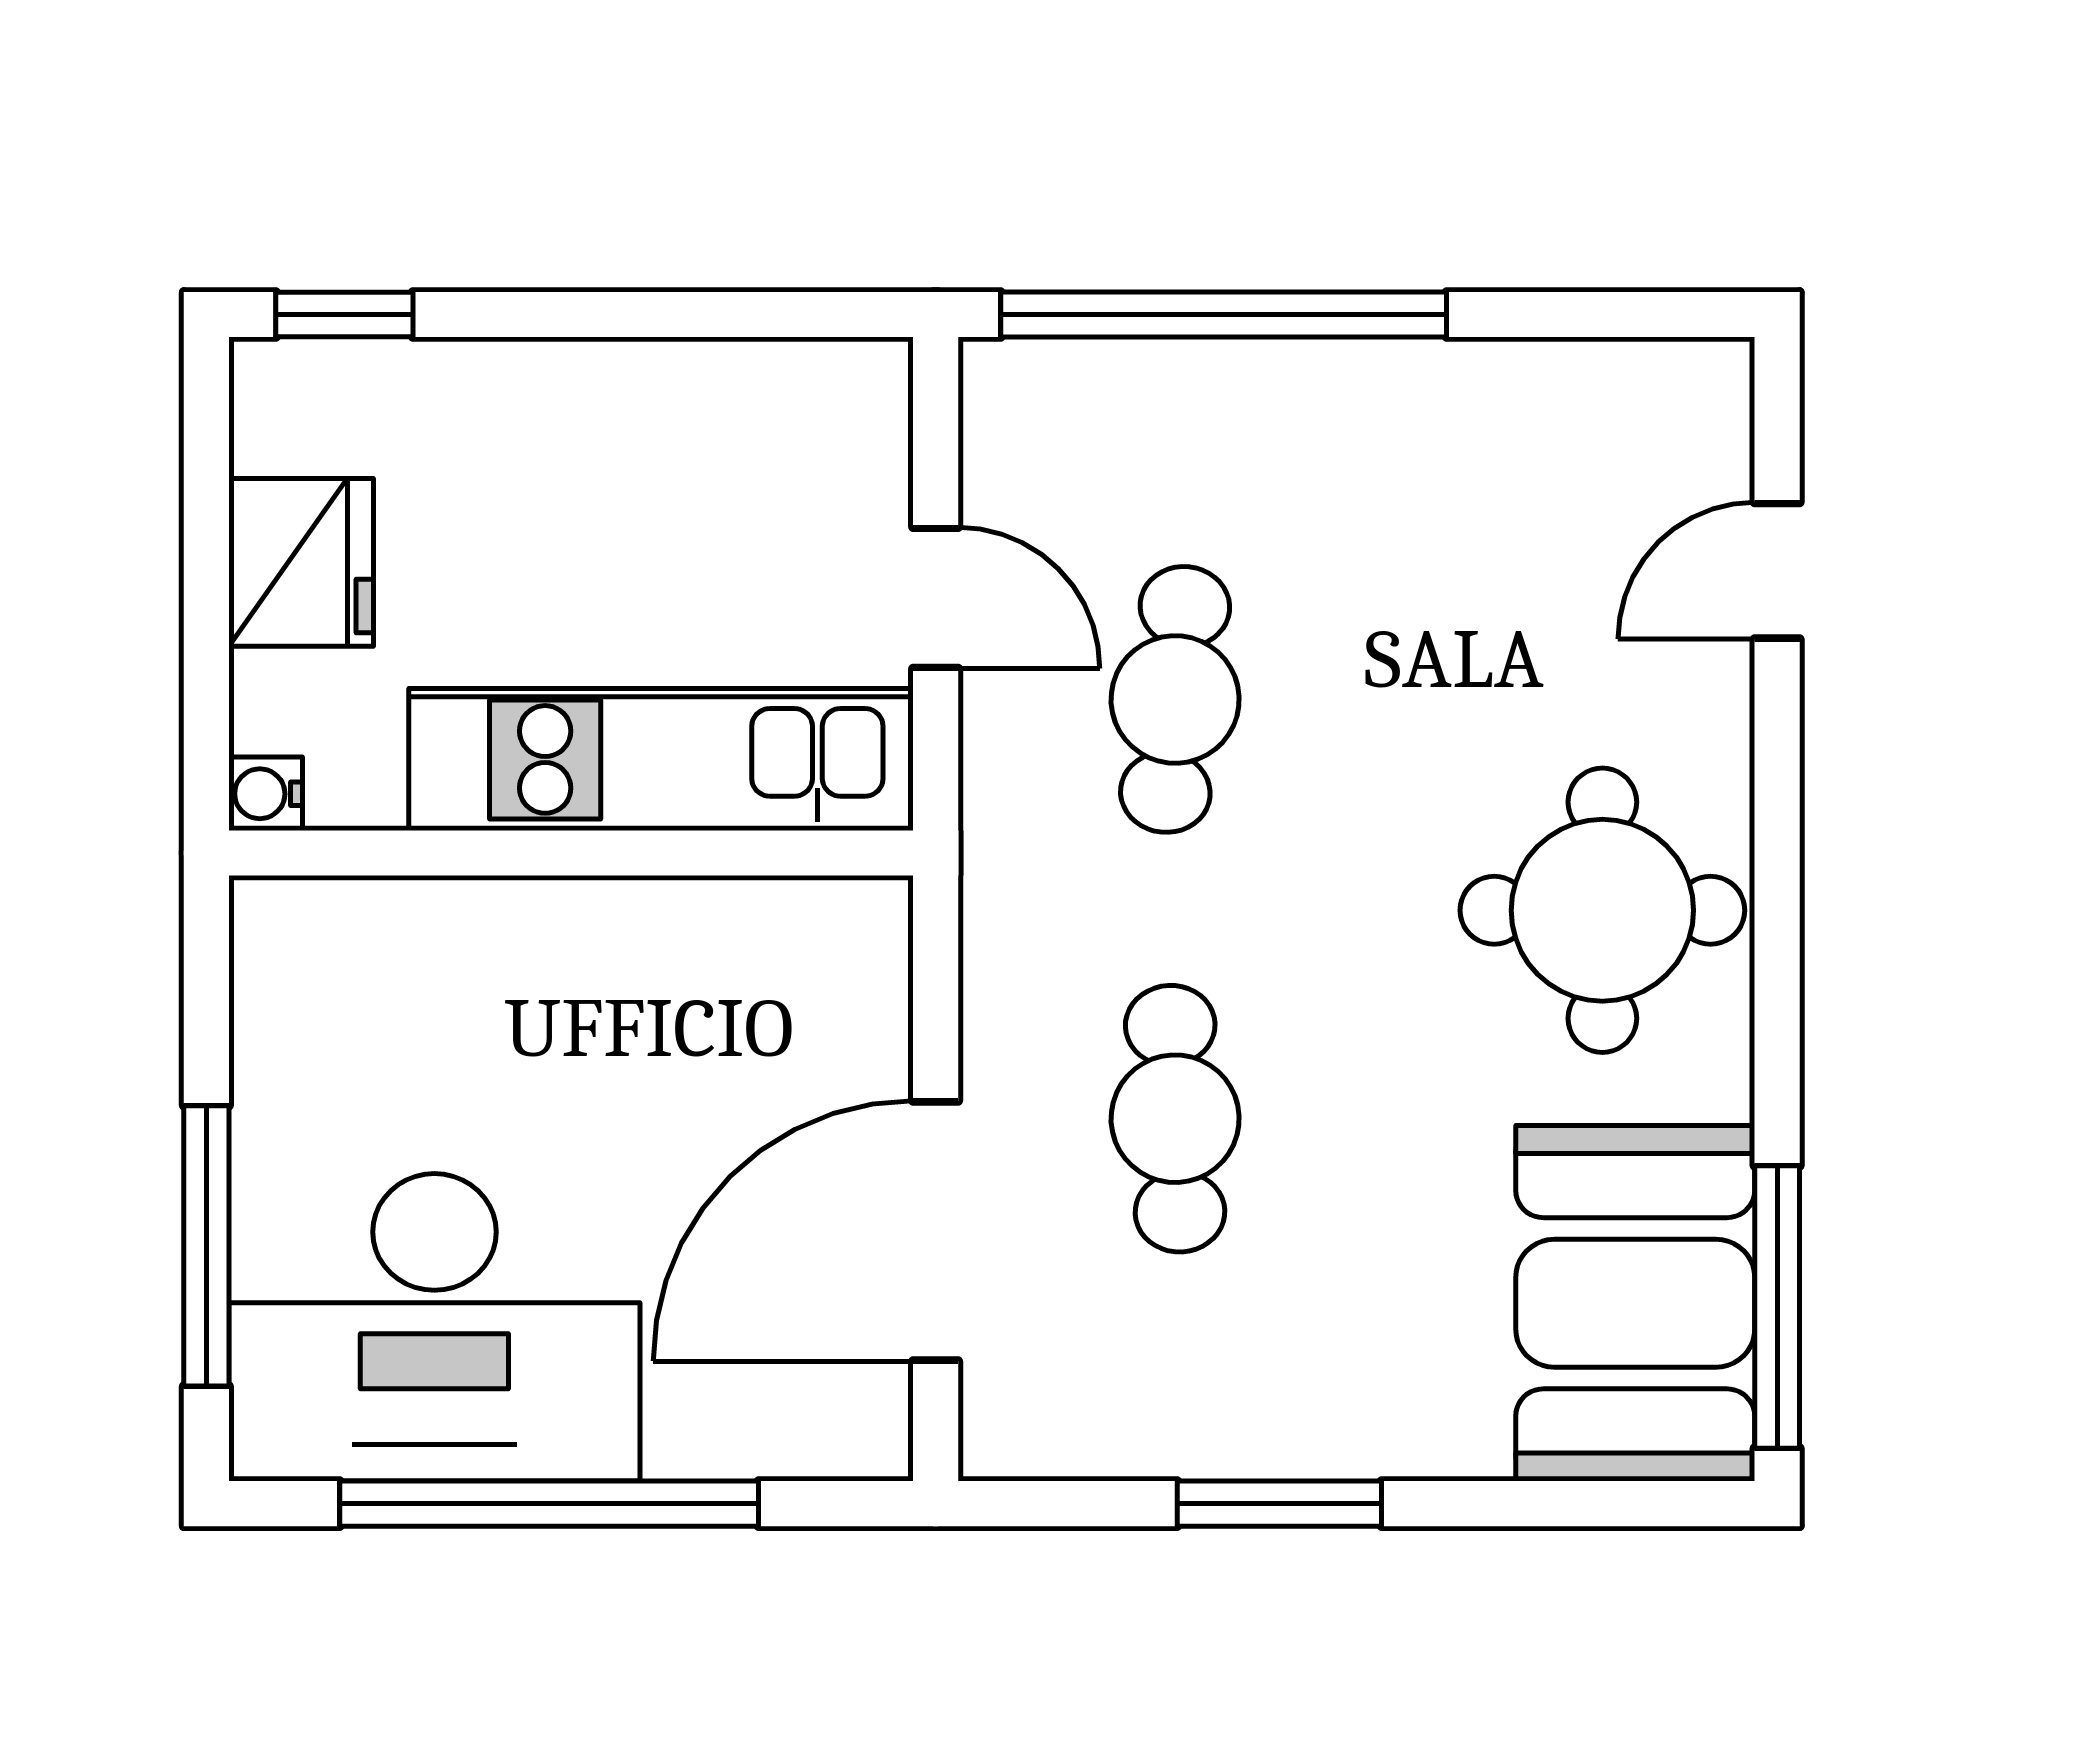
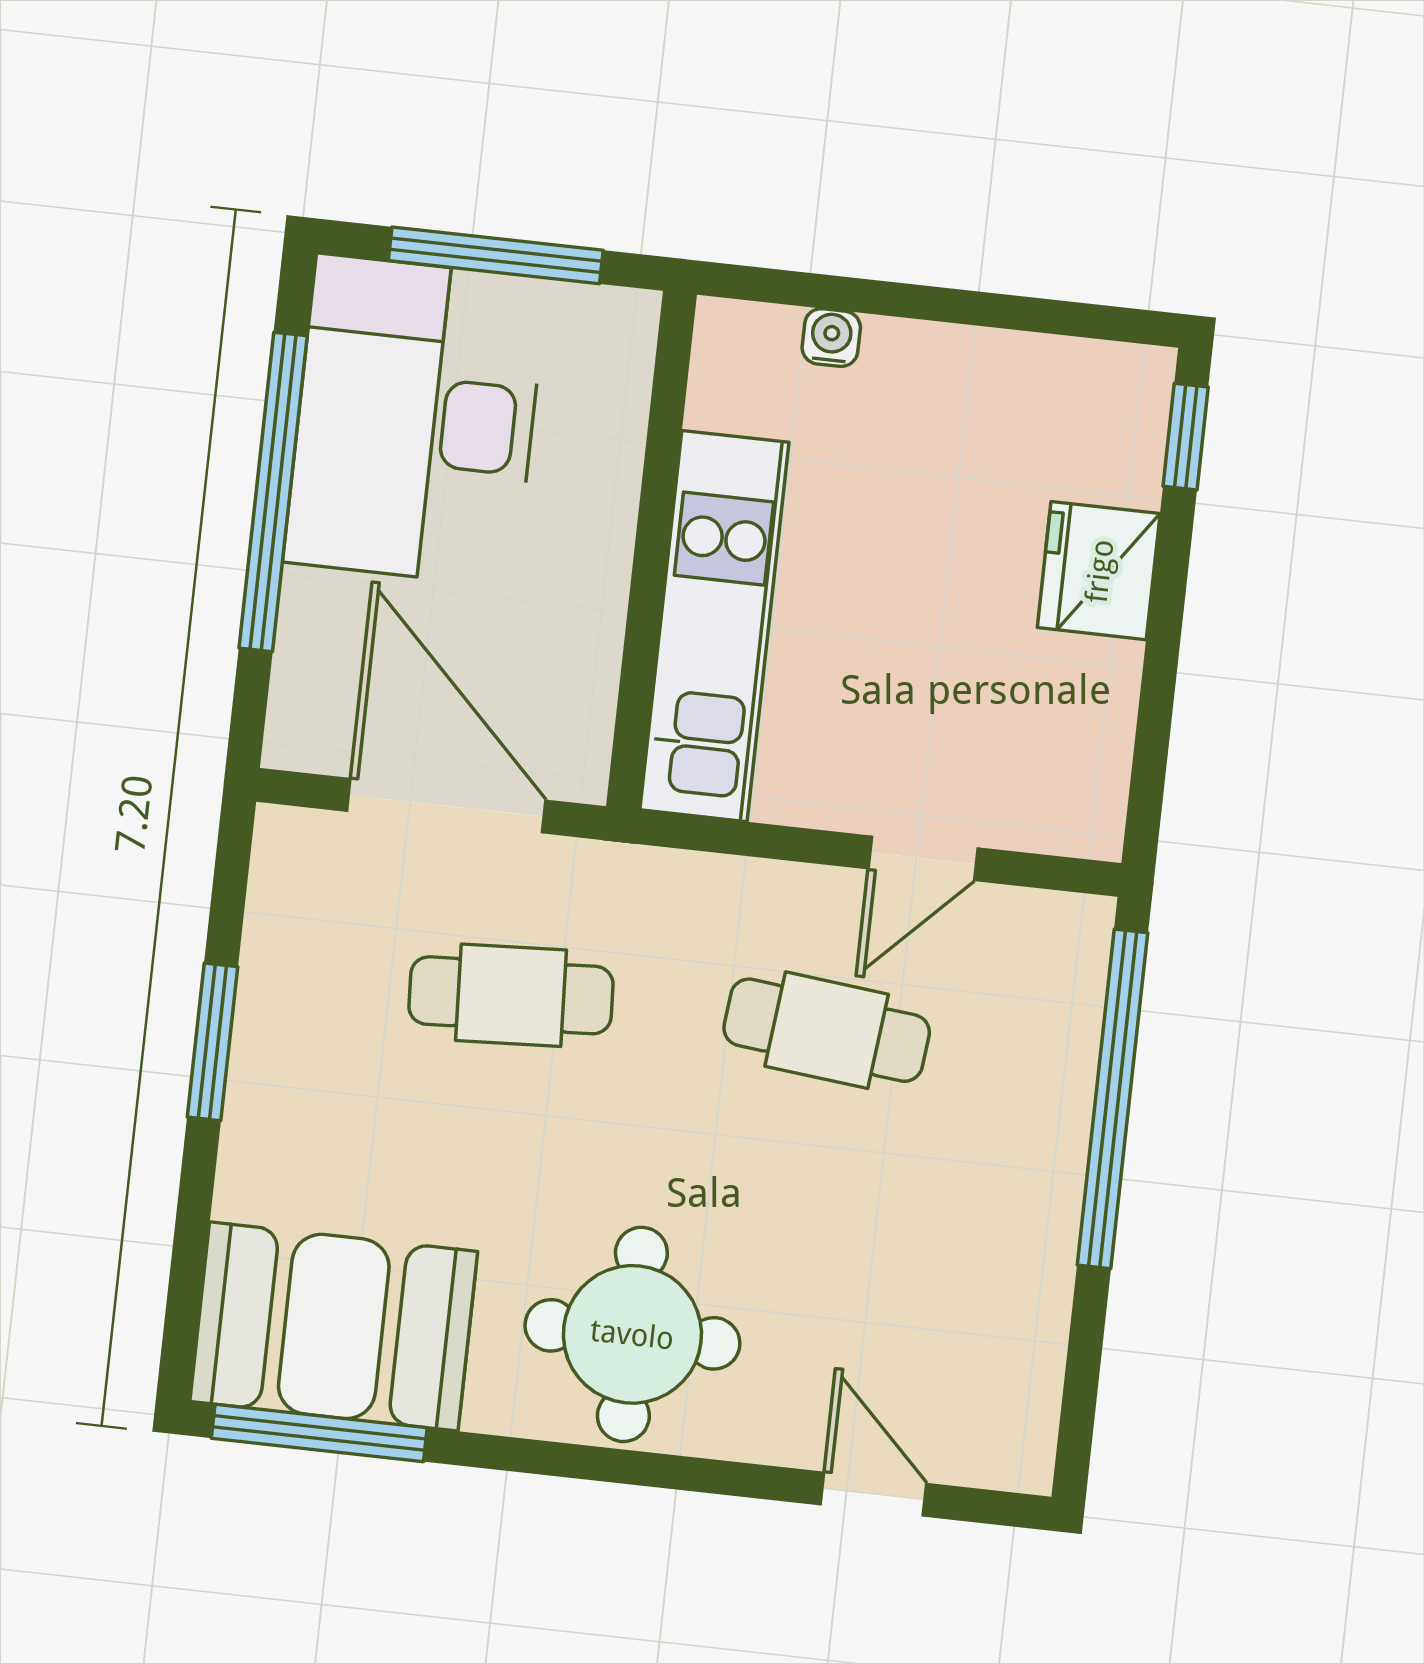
fridge: (301, 562) -> (1099, 571), moved, turned 90
kitchen unit: (661, 759) -> (714, 626), moved
wall: (571, 853) -> (651, 550), moved

